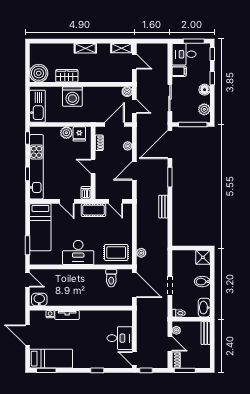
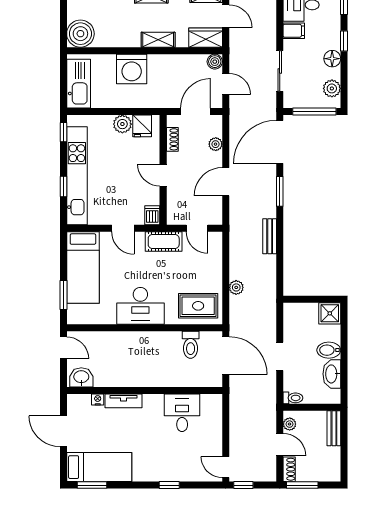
wardrobe: (67, 76) -> (206, 38), moved
shelving: (90, 77) -> (158, 40), added
plant: (141, 253) -> (236, 287), moved
washbasin: (204, 308) -> (332, 374), moved
desk: (120, 338) -> (182, 413), moved, turned -90

